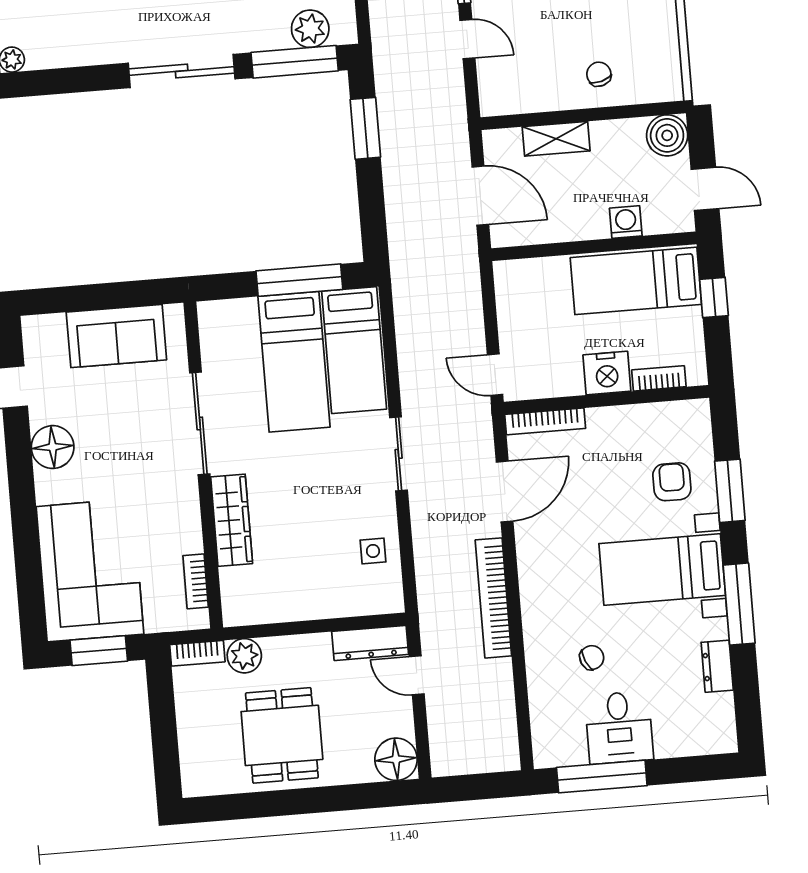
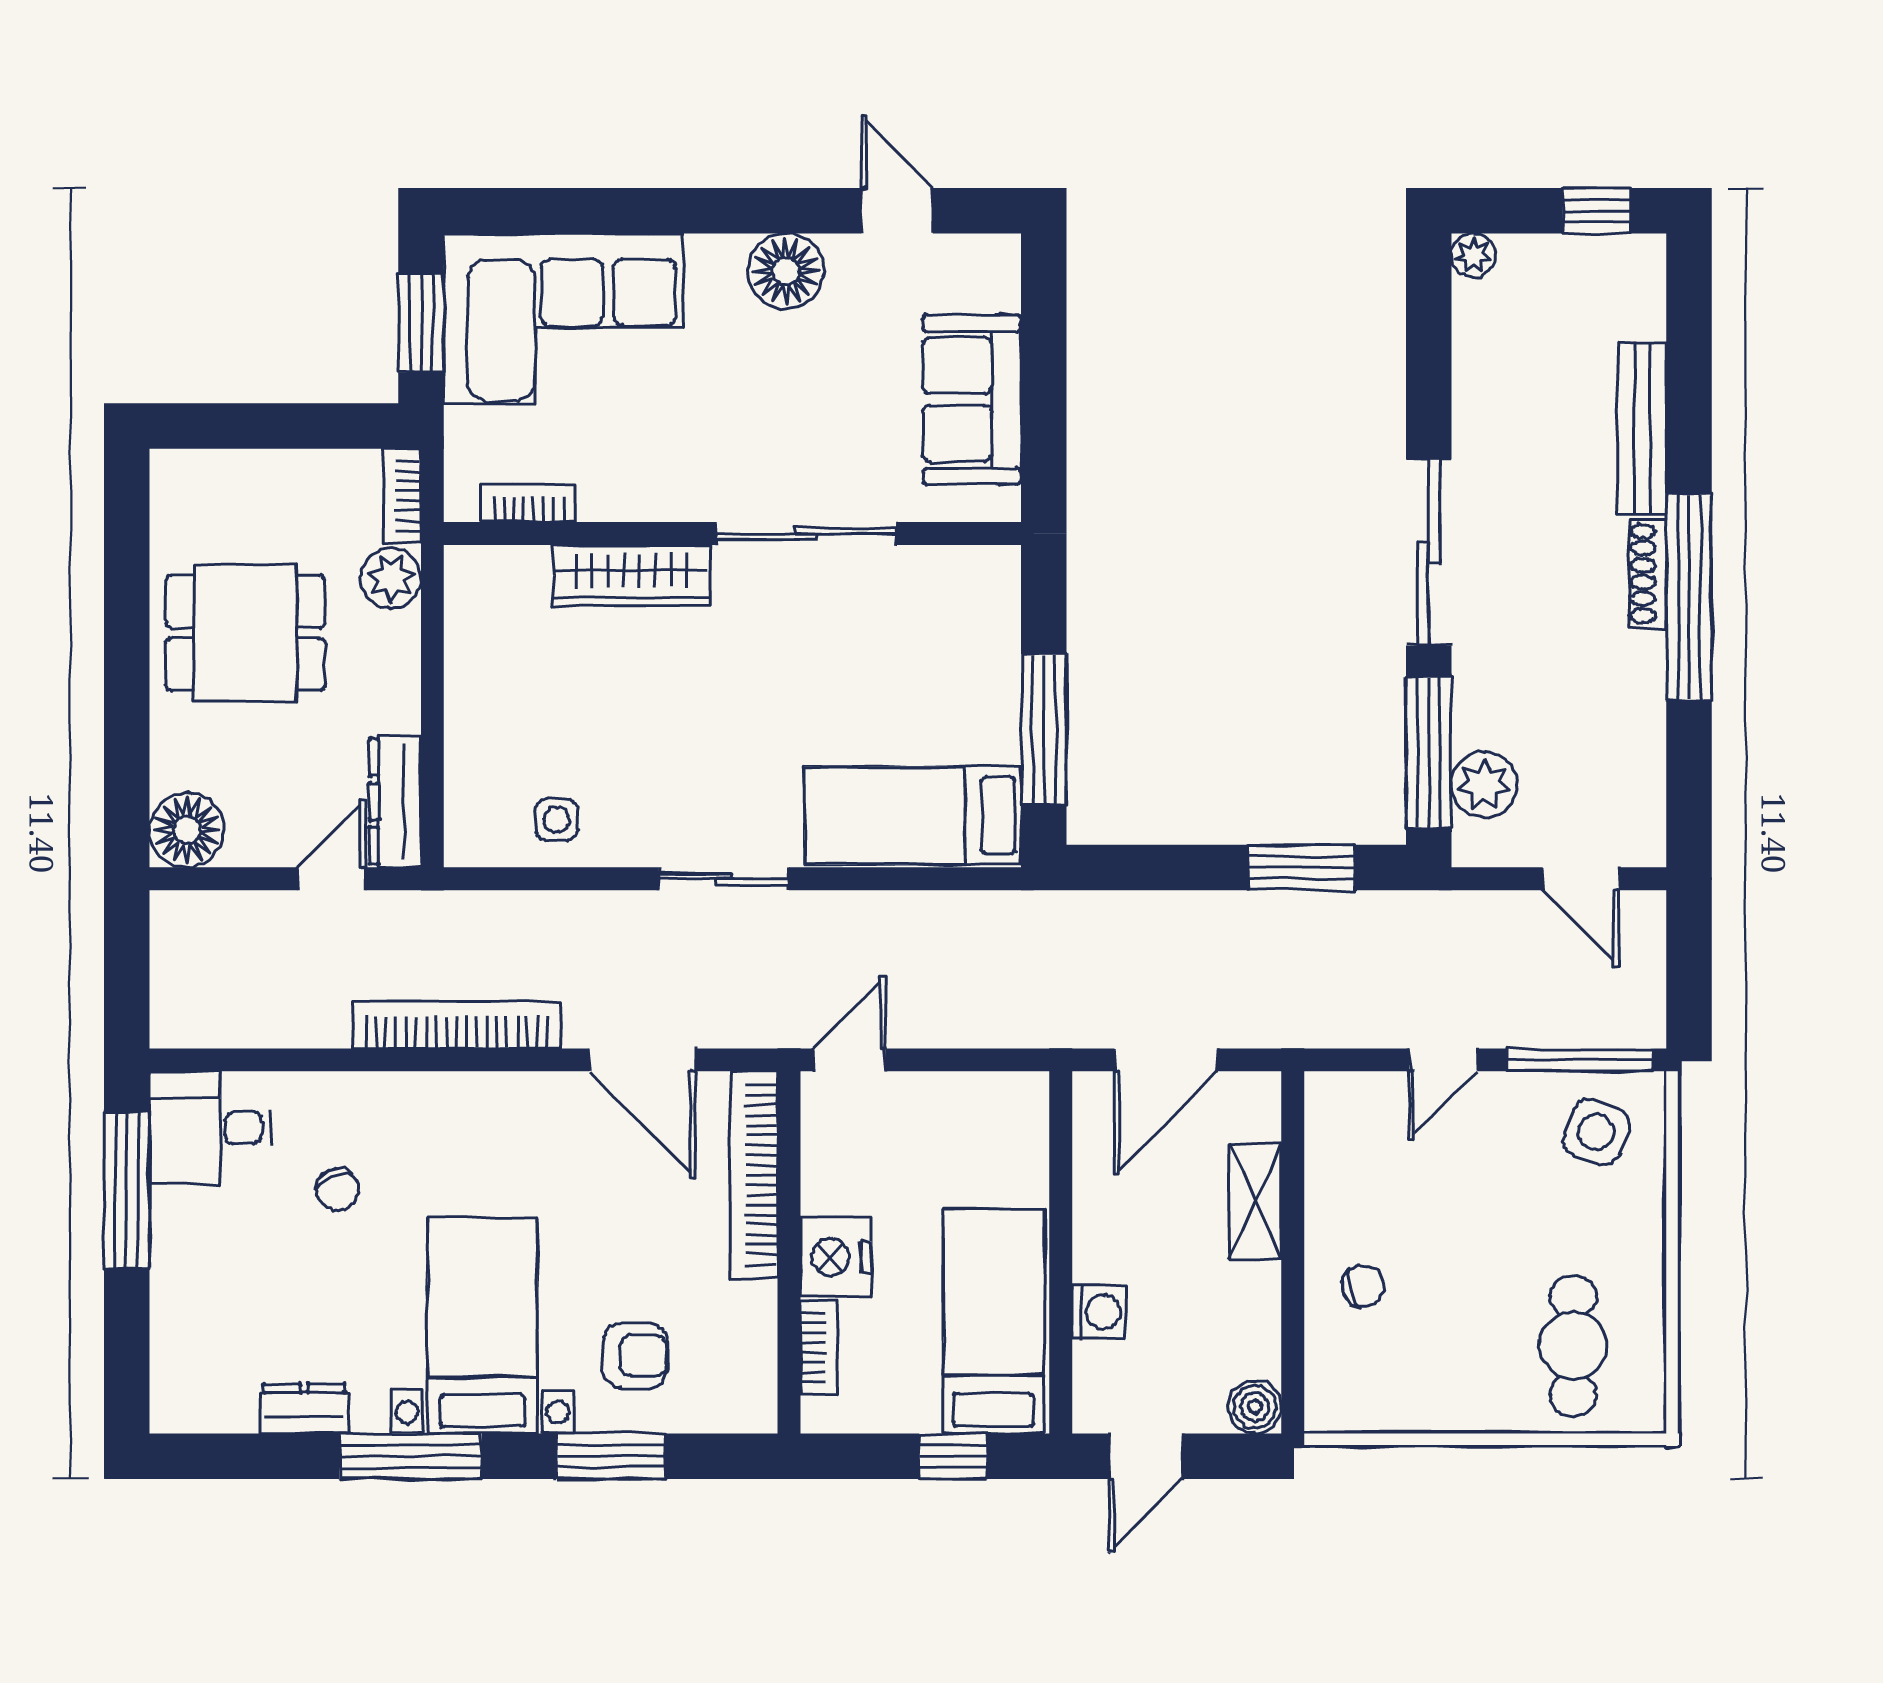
boiler: (667, 135) -> (1255, 1407), width x0.73, depth x0.73
bed: (294, 362) -> (901, 708), removed
bookcase: (545, 421) -> (754, 1175), width x1.48, depth x1.31
desk: (619, 728) -> (210, 1128), moved

